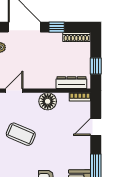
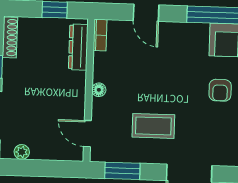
floor lamp: (48, 101) -> (99, 90), width x0.53, depth x0.53
coffee table: (21, 134) -> (153, 126), turned 67

